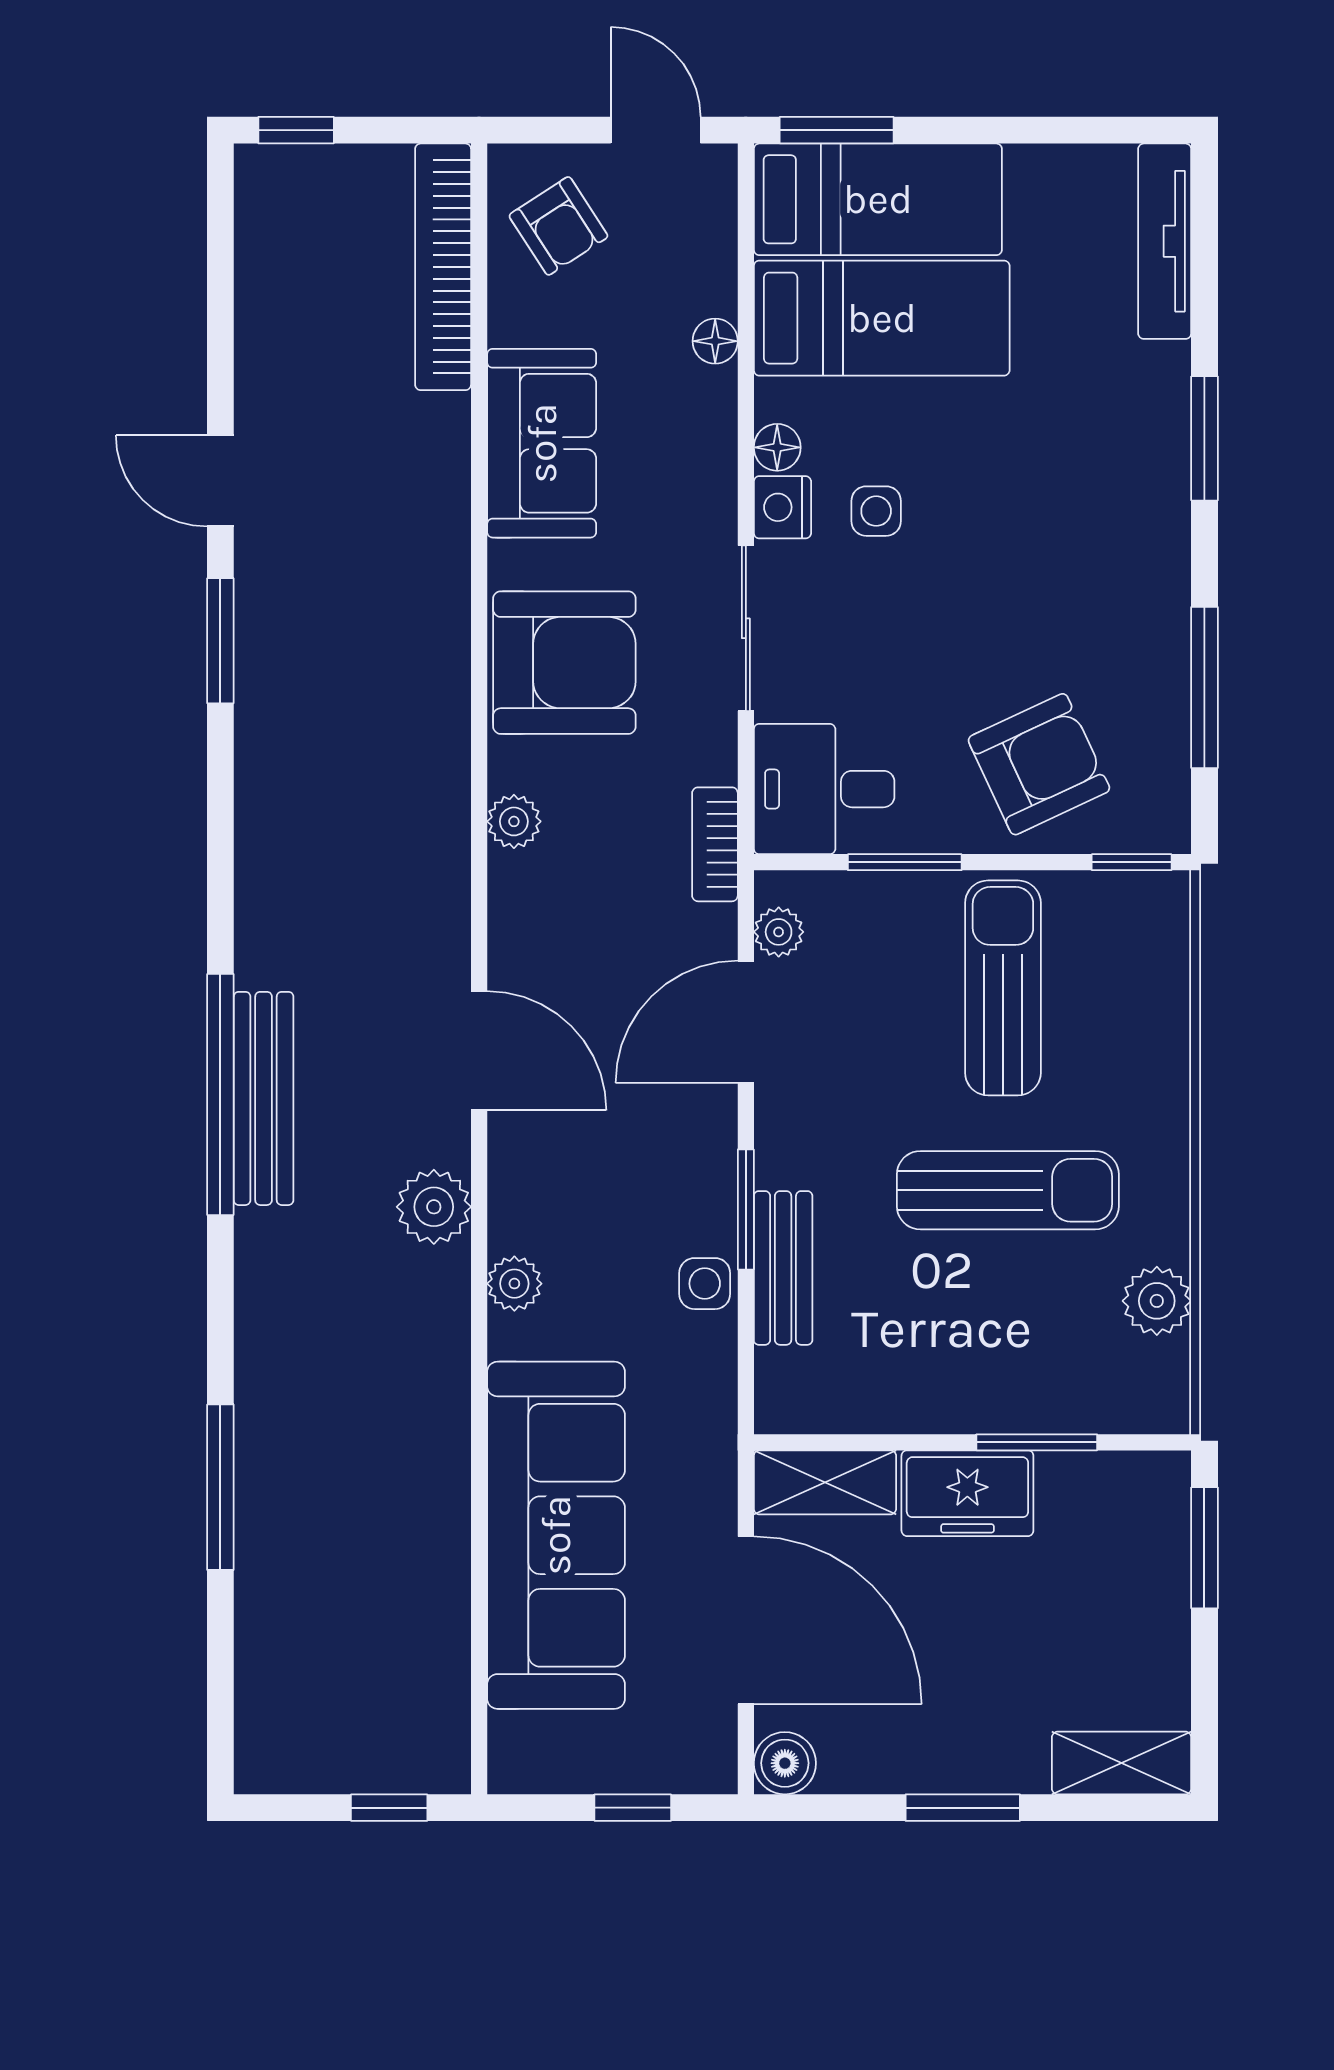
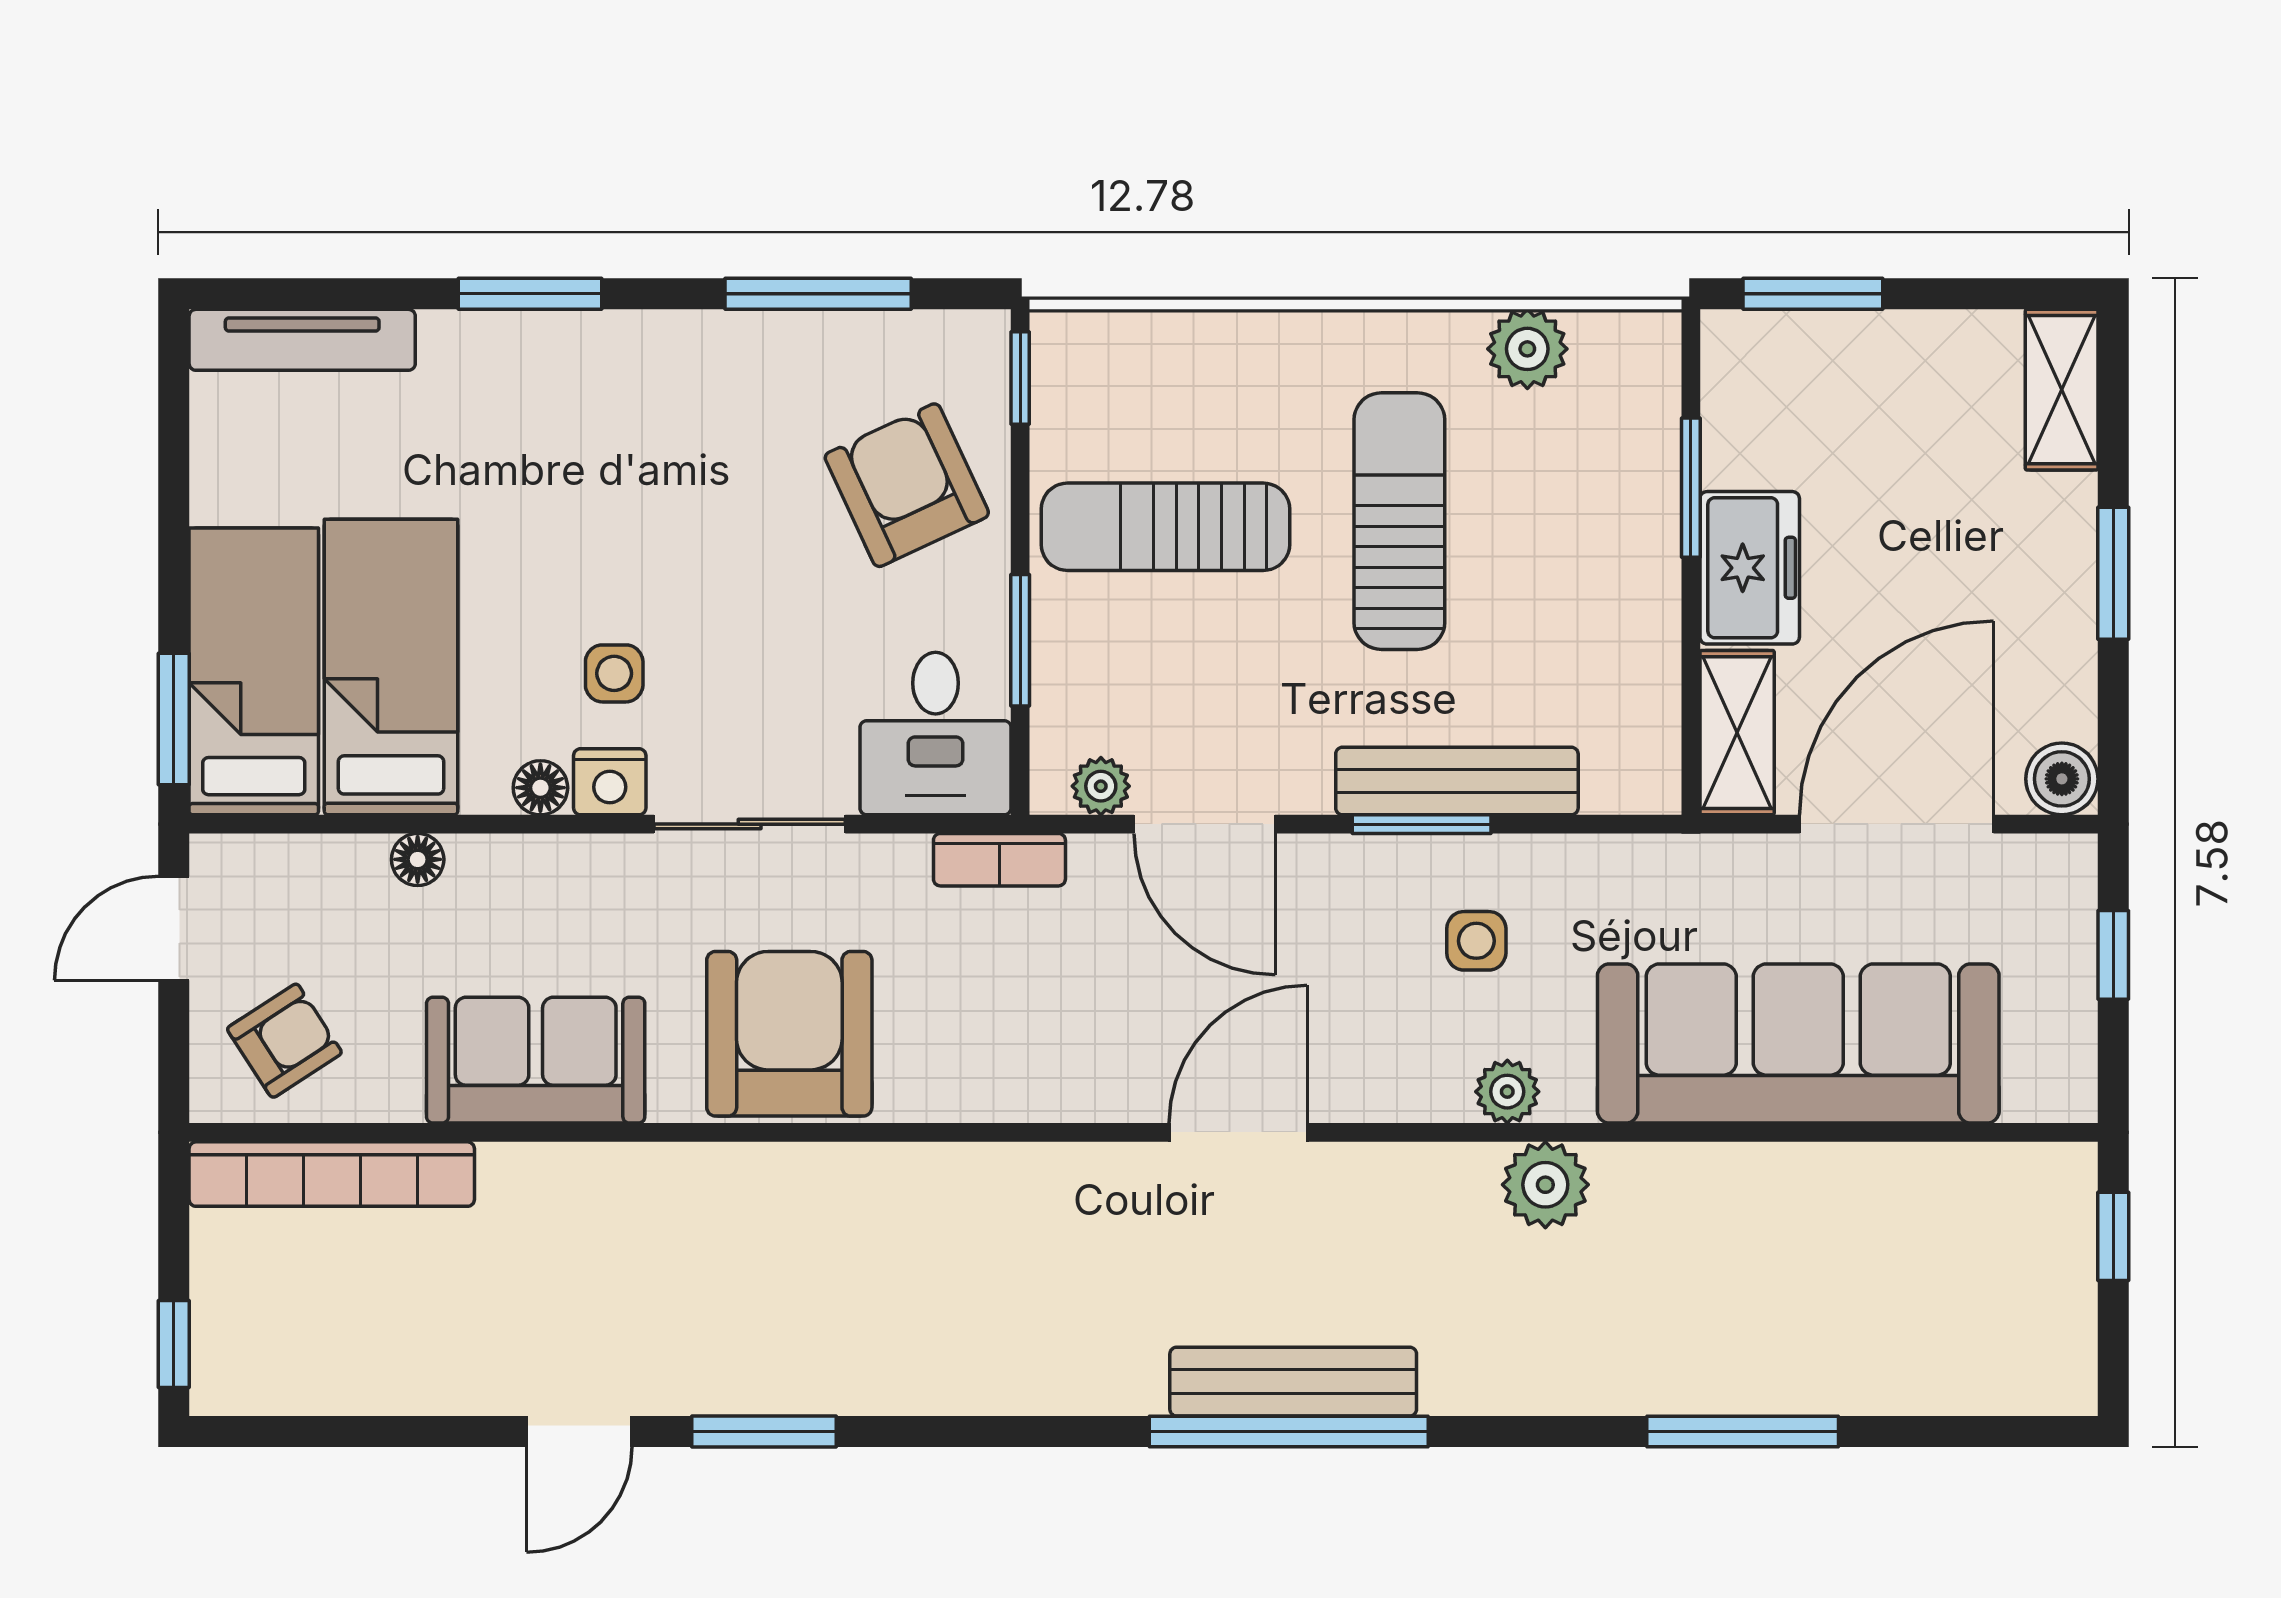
plant: (514, 821) -> (973, 1092), removed
plant: (434, 1207) -> (1545, 1185), moved
bench: (783, 1268) -> (1457, 781), width x1.36
side table: (705, 1284) -> (1476, 941), moved

